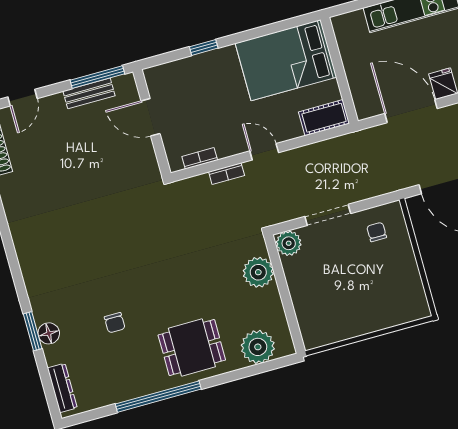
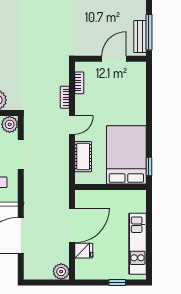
window: (204, 47) -> (149, 166), moved
bench: (89, 93) -> (140, 37), moved
cot: (324, 118) -> (83, 157), moved

